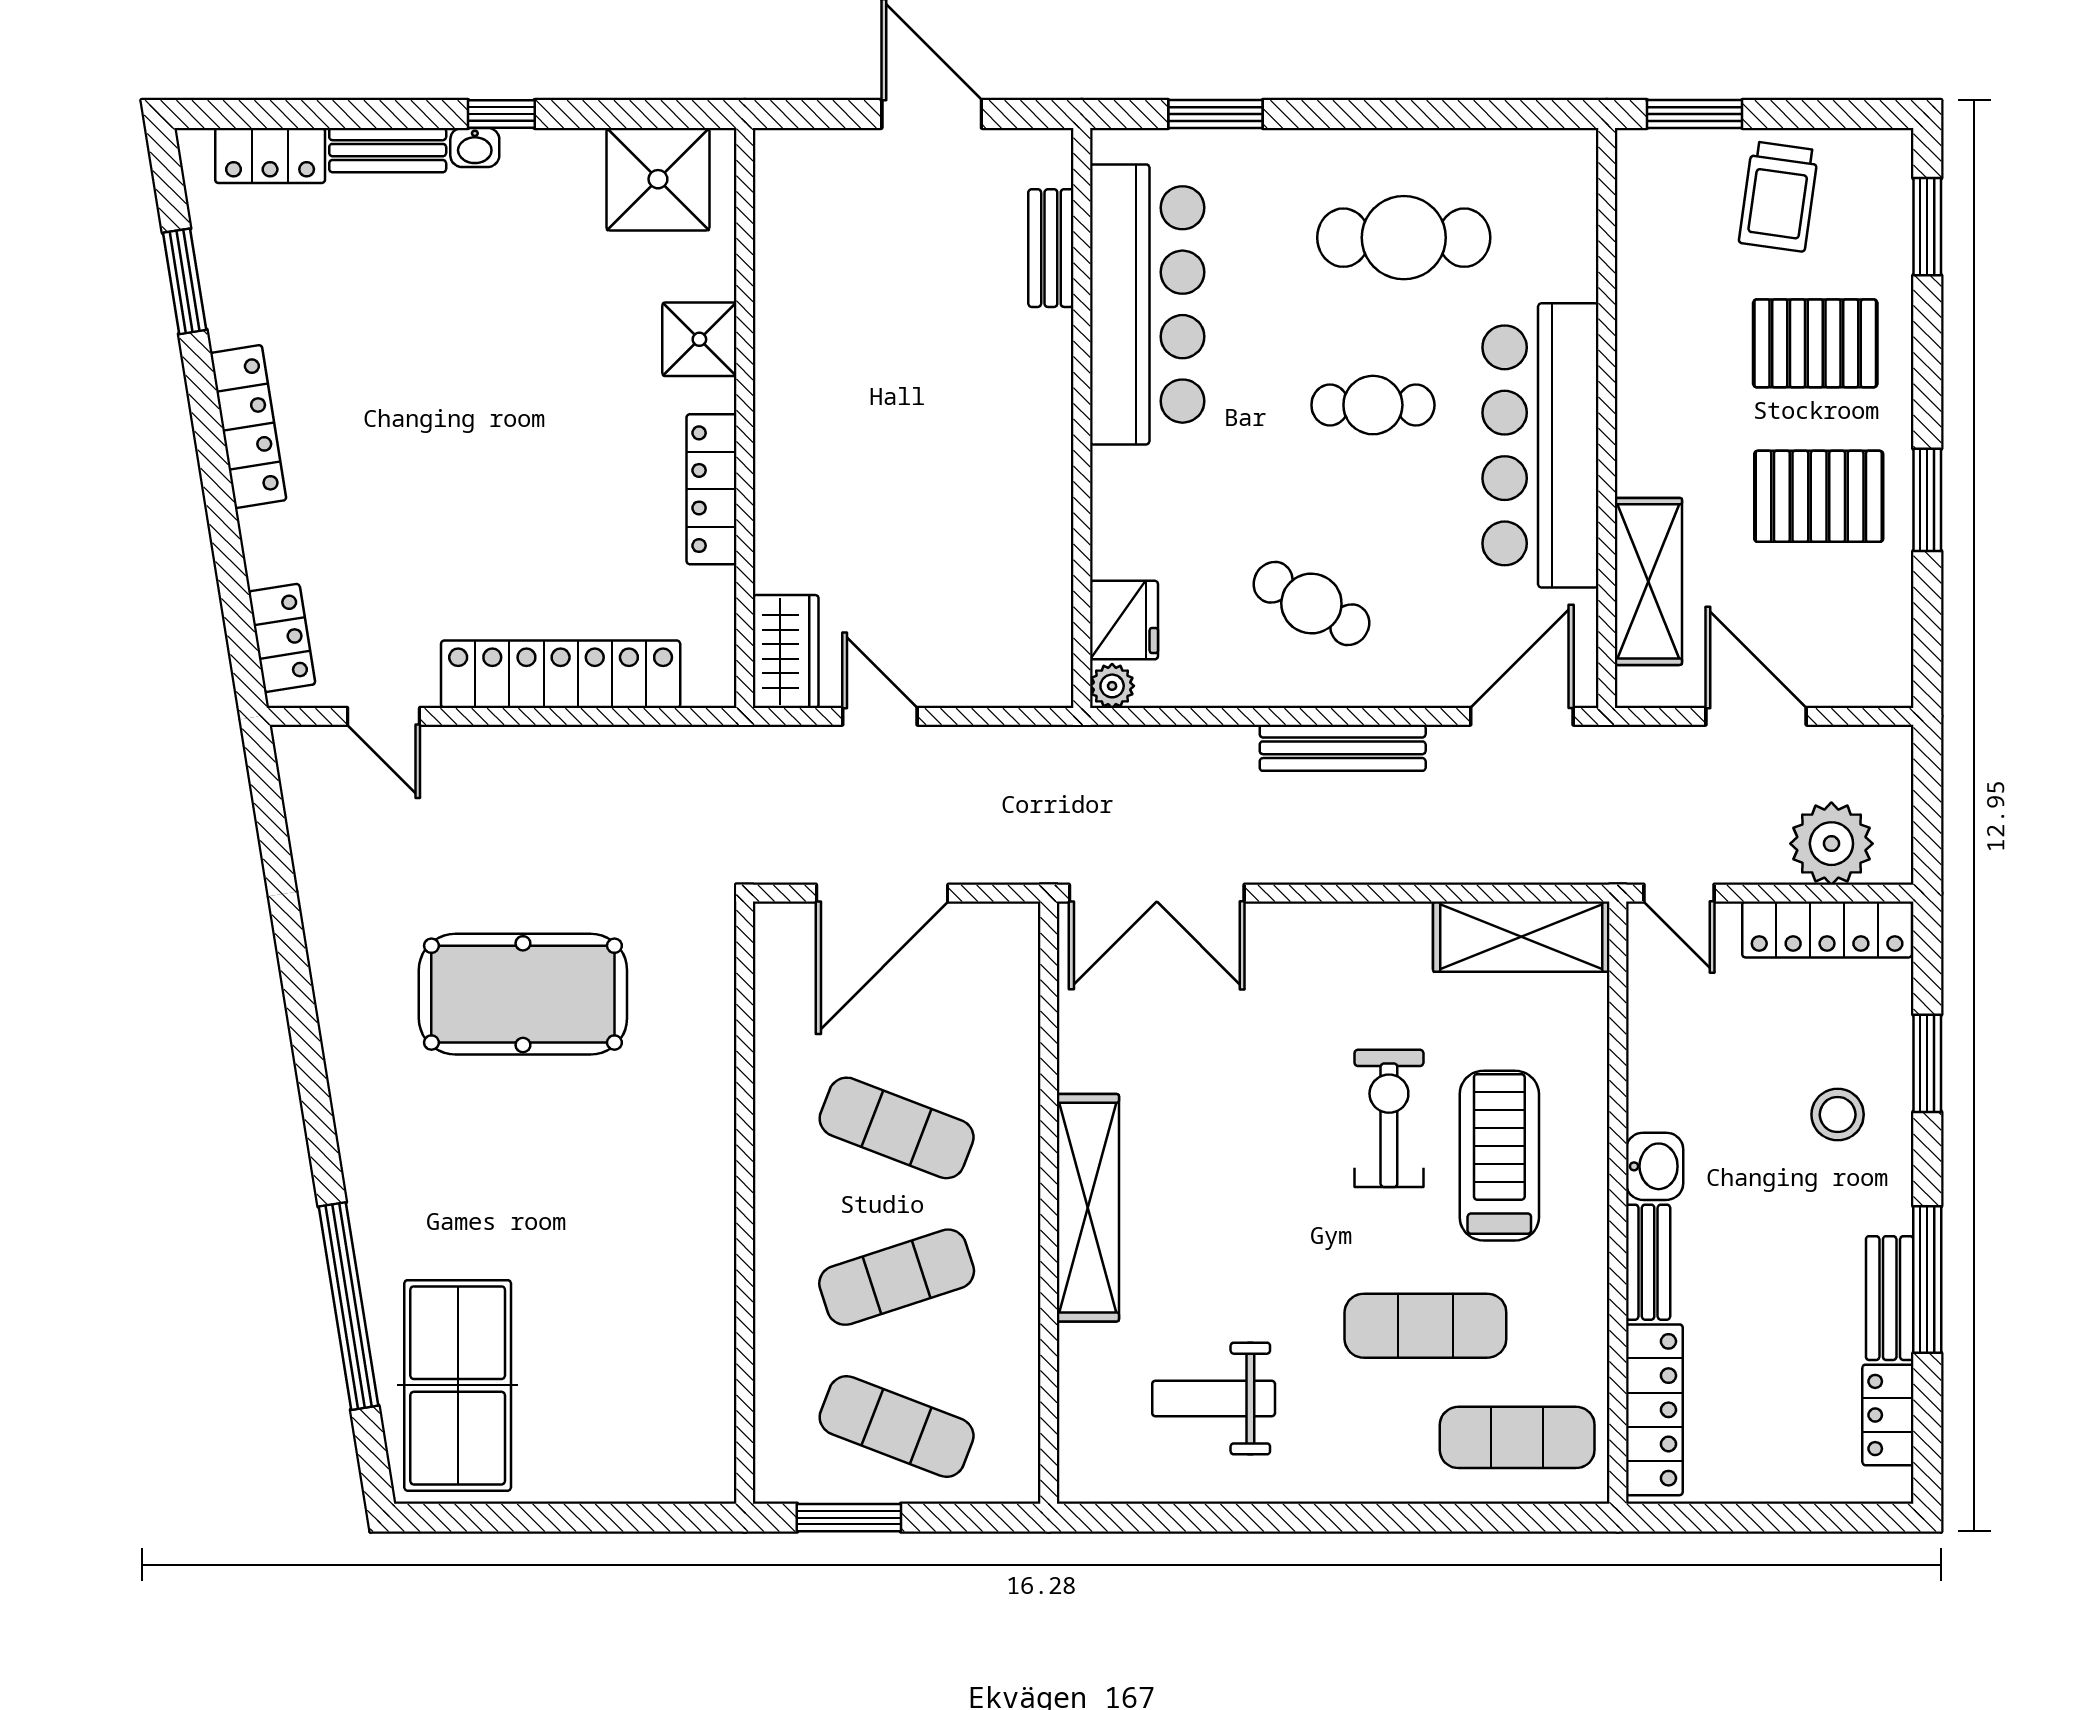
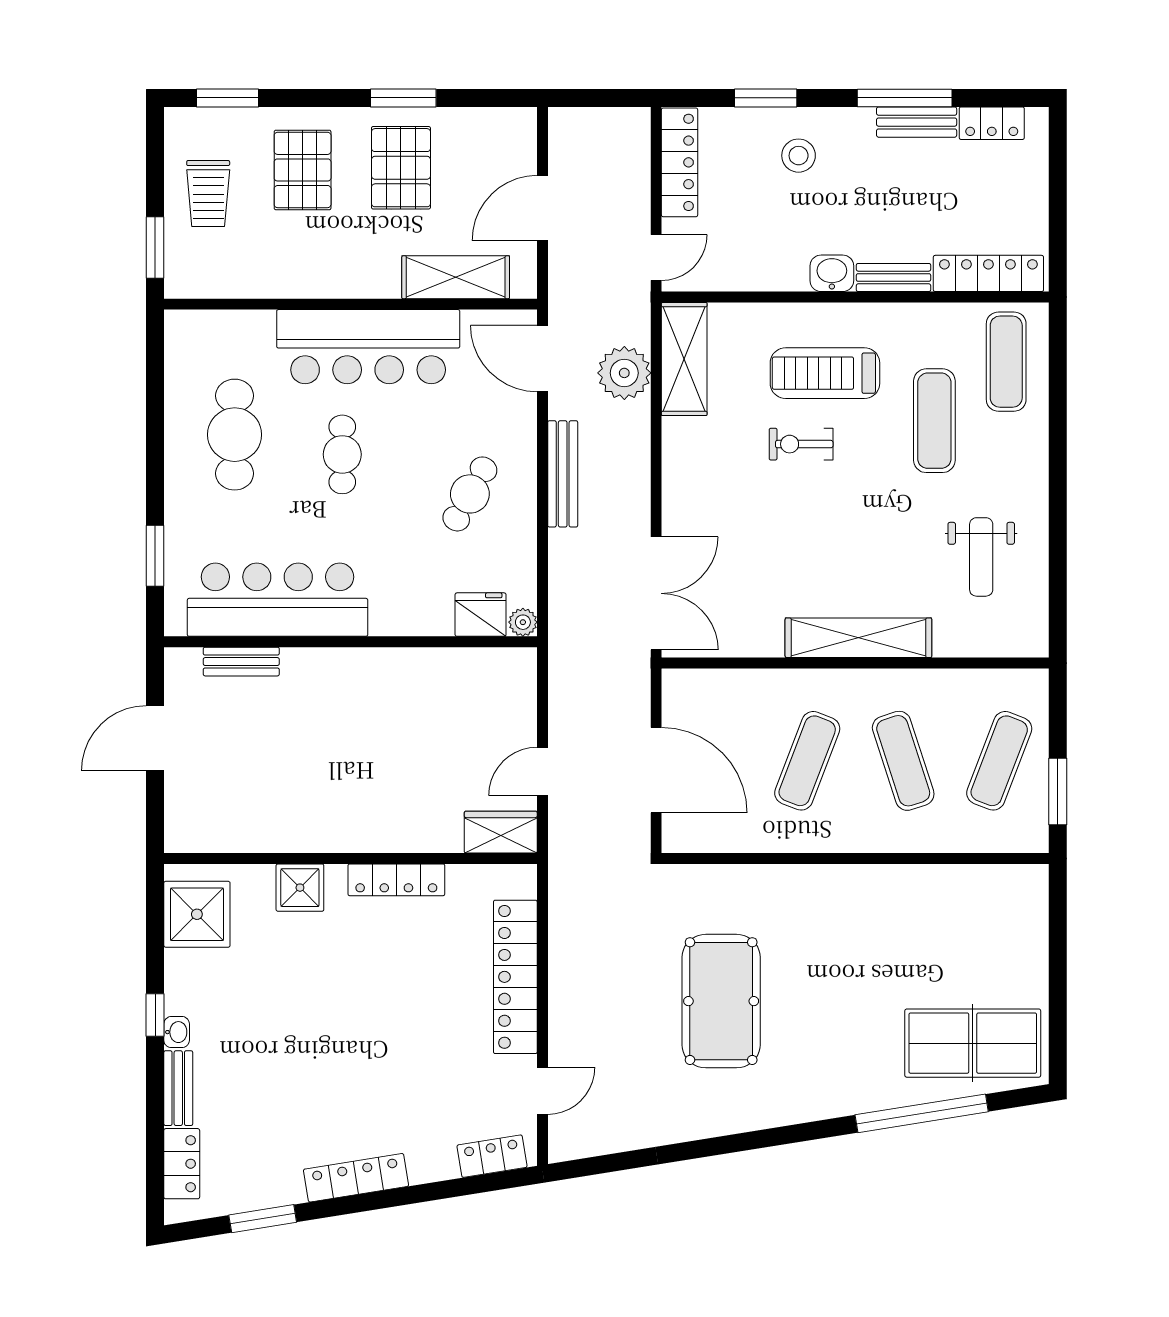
trolley: (1779, 197) -> (208, 193), turned 82
plant: (1831, 844) -> (624, 373), moved
exercise bike: (1389, 1118) -> (801, 444), width x0.73, depth x0.72

